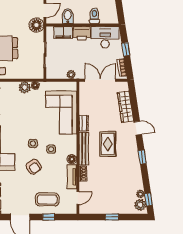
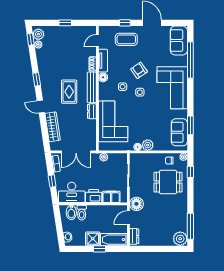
bidet: (68, 16) -> (71, 212), moved

